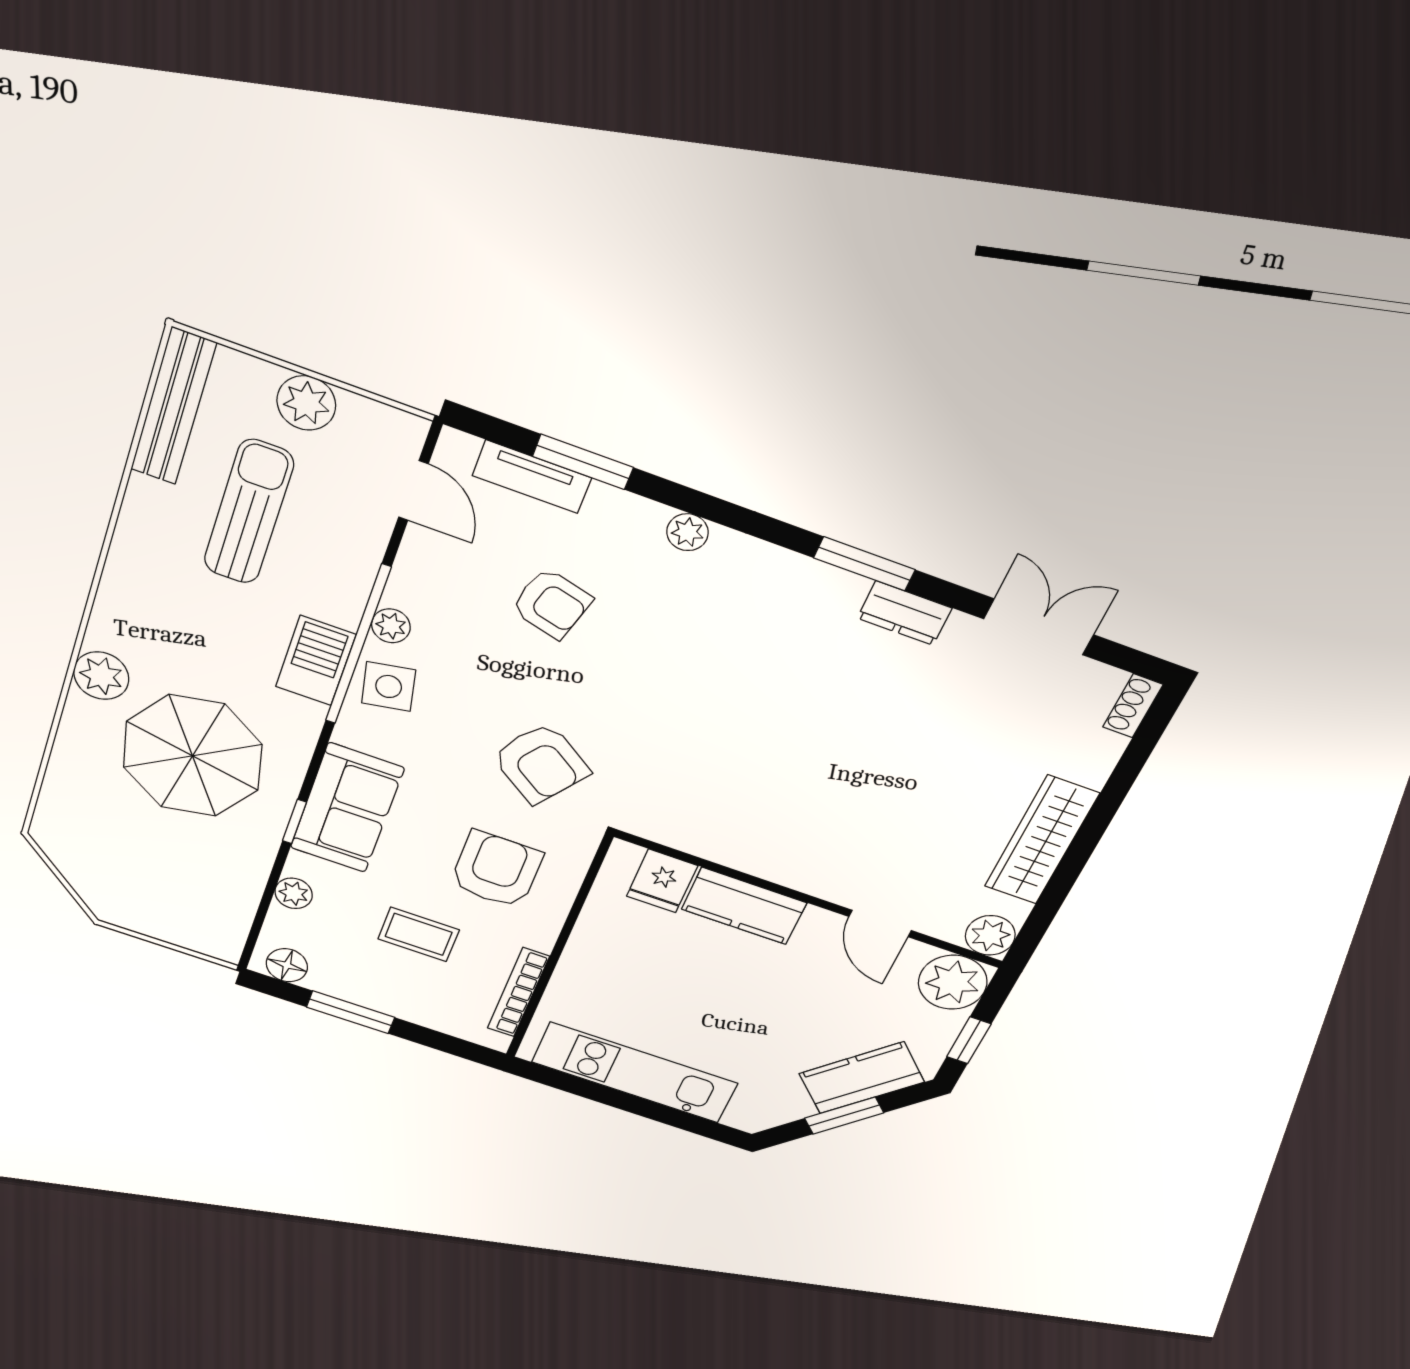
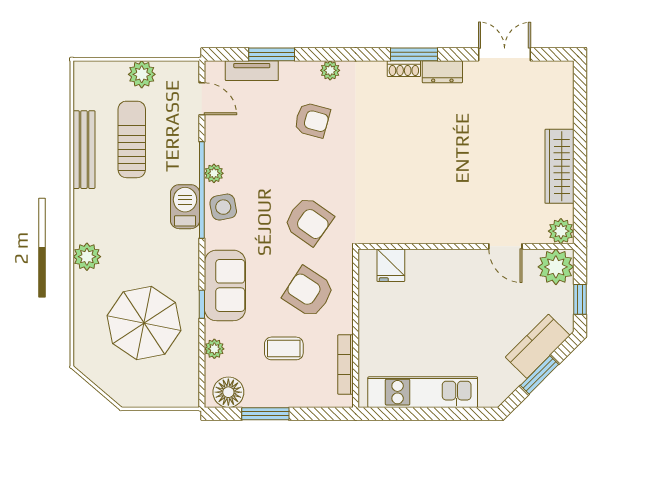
bench: (173, 407) -> (84, 150), moved
armchair: (551, 604) -> (312, 120), moved
shoe rack: (1133, 706) -> (404, 69), moved, turned -90
parasol: (193, 756) -> (144, 323), moved
armchair: (496, 870) -> (309, 292), turned -57
kitchen counter: (744, 906) -> (436, 264), removed
floor lamp: (287, 965) -> (228, 392), width x1.38, depth x1.38

